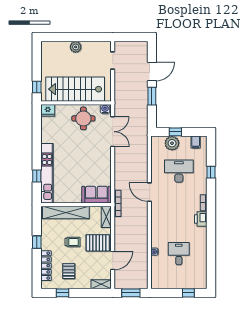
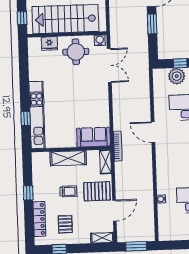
fridge: (48, 110) -> (49, 44), moved
shelving: (66, 213) -> (68, 158), width x0.68

